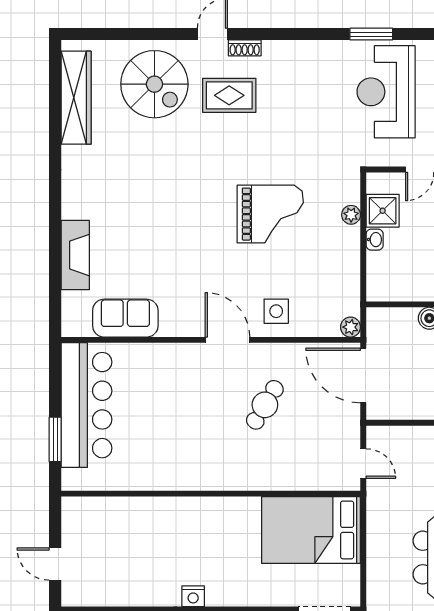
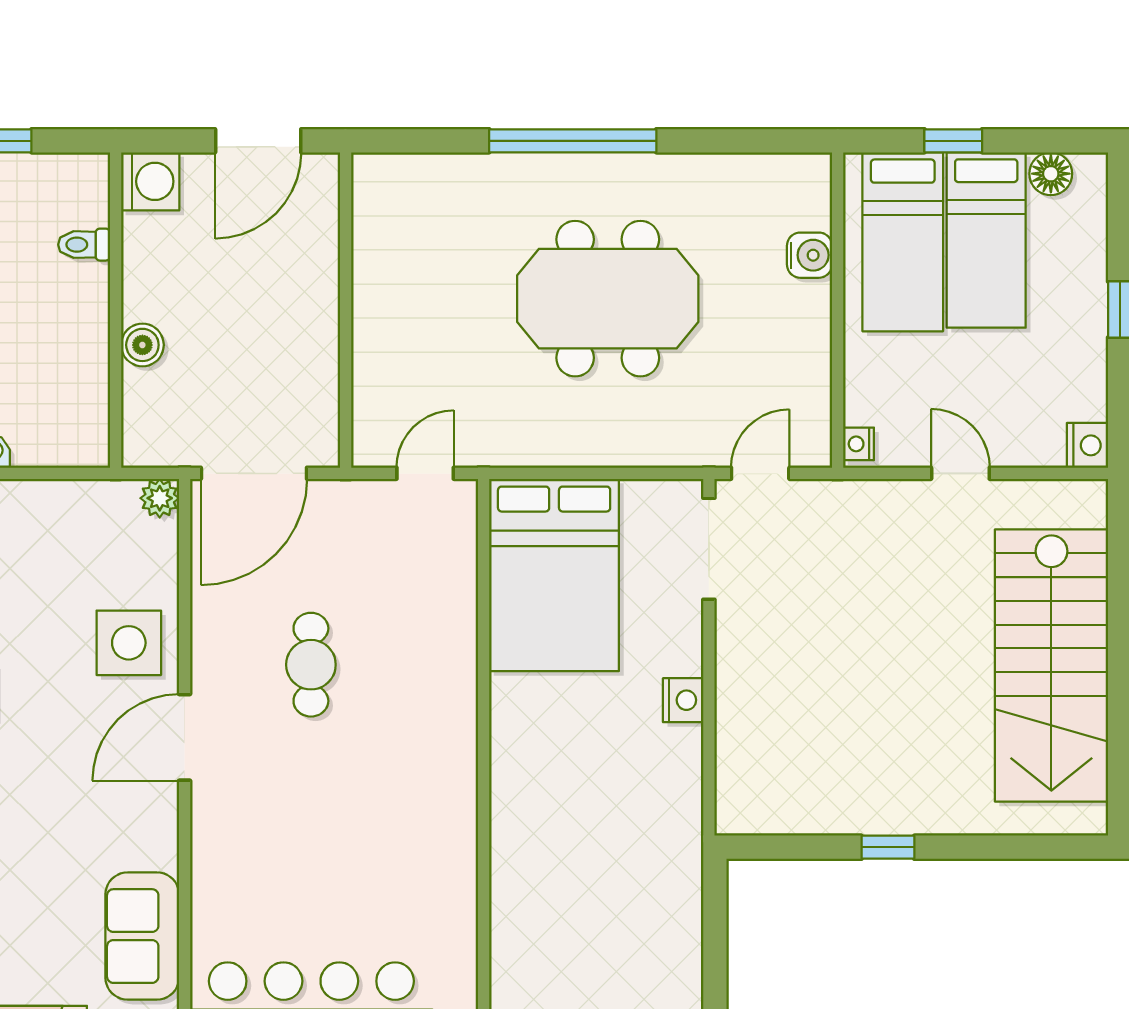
side table: (276, 311) -> (129, 643), width x1.37, depth x1.37
cafe table: (265, 405) -> (311, 665), turned 59
nightstand: (193, 596) -> (683, 700), moved

